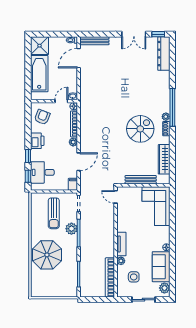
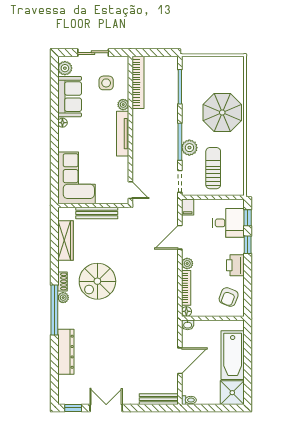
dresser: (164, 54) -> (66, 352), moved
door: (79, 58) -> (180, 361), moved
door: (61, 101) -> (203, 318), removed
tv unit: (121, 244) -> (123, 134), width x1.41

